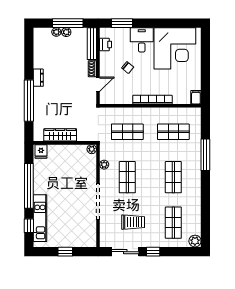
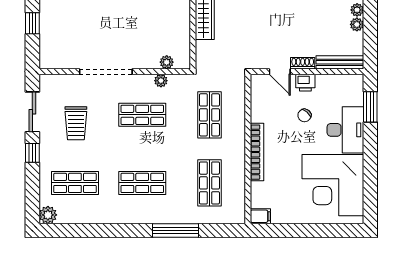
window: (68, 23) -> (370, 27), removed
desk: (142, 40) -> (345, 130), width x1.37
printer: (106, 44) -> (305, 83), moved
plant: (92, 149) -> (167, 62), moved

